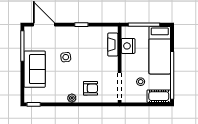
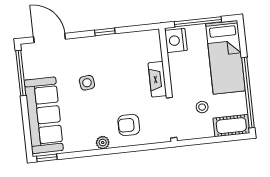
fireplace: (113, 45) -> (157, 79), moved
nightstand: (128, 46) -> (176, 40), moved
sofa: (35, 69) -> (44, 115), width x1.36
armchair: (90, 88) -> (129, 125), turned 180

